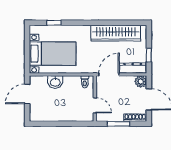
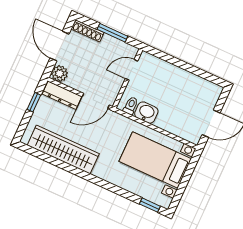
window: (54, 23) -> (150, 205), moved
washbasin: (55, 82) -> (146, 113), moved
door: (95, 105) -> (132, 70), hinge flipped

